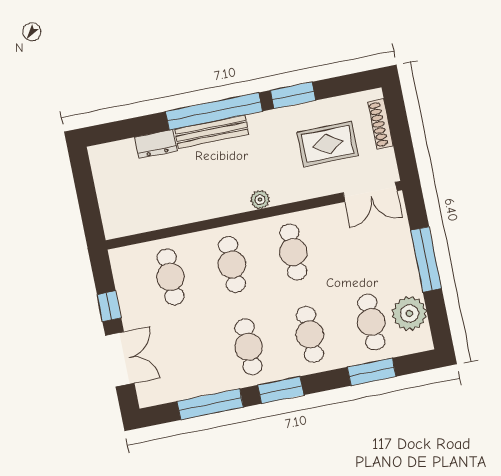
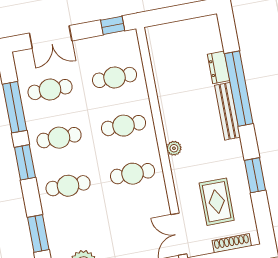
window: (214, 111) -> (239, 89), moved
window: (109, 306) -> (113, 25), moved
cafe table: (371, 322) -> (50, 90), moved

